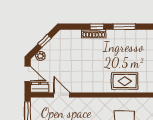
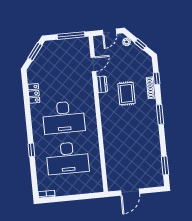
window: (97, 27) -> (157, 78), moved
rug: (125, 81) -> (126, 93), moved
dresser: (40, 87) -> (102, 84), moved

